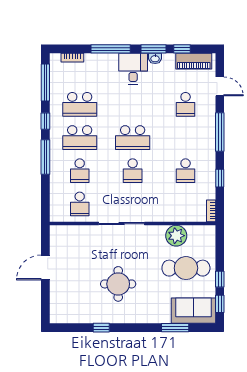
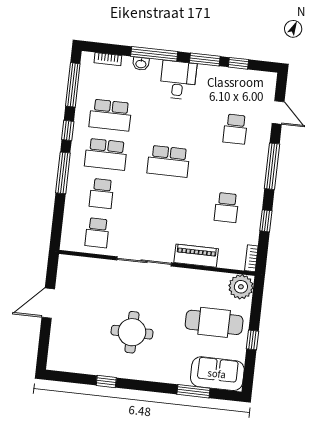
washbasin: (155, 58) -> (141, 64), moved
piano: (194, 61) -> (196, 256), moved, turned 180
school desk: (133, 171) -> (164, 200), removed
plant: (176, 236) -> (241, 287), moved
window: (220, 304) -> (249, 369), removed

